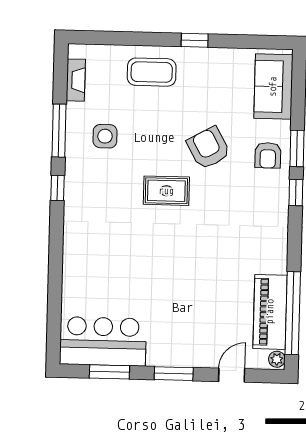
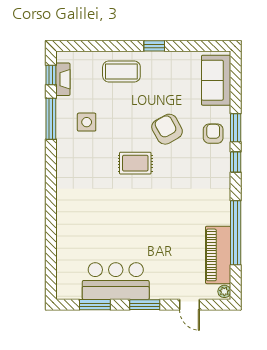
armchair: (268, 155) -> (213, 134), turned 180
window: (57, 188) -> (51, 75), moved
window: (293, 313) -> (236, 233), moved
bar counter: (103, 341) -> (116, 281), moved
door: (232, 375) -> (190, 305), swing flipped

